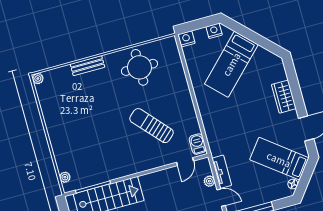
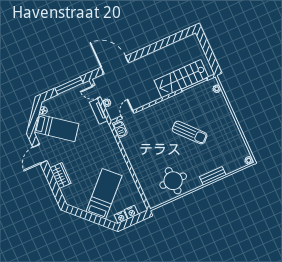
nightstand: (186, 39) -> (131, 212), moved
sun lounger: (152, 126) -> (190, 133), moved

